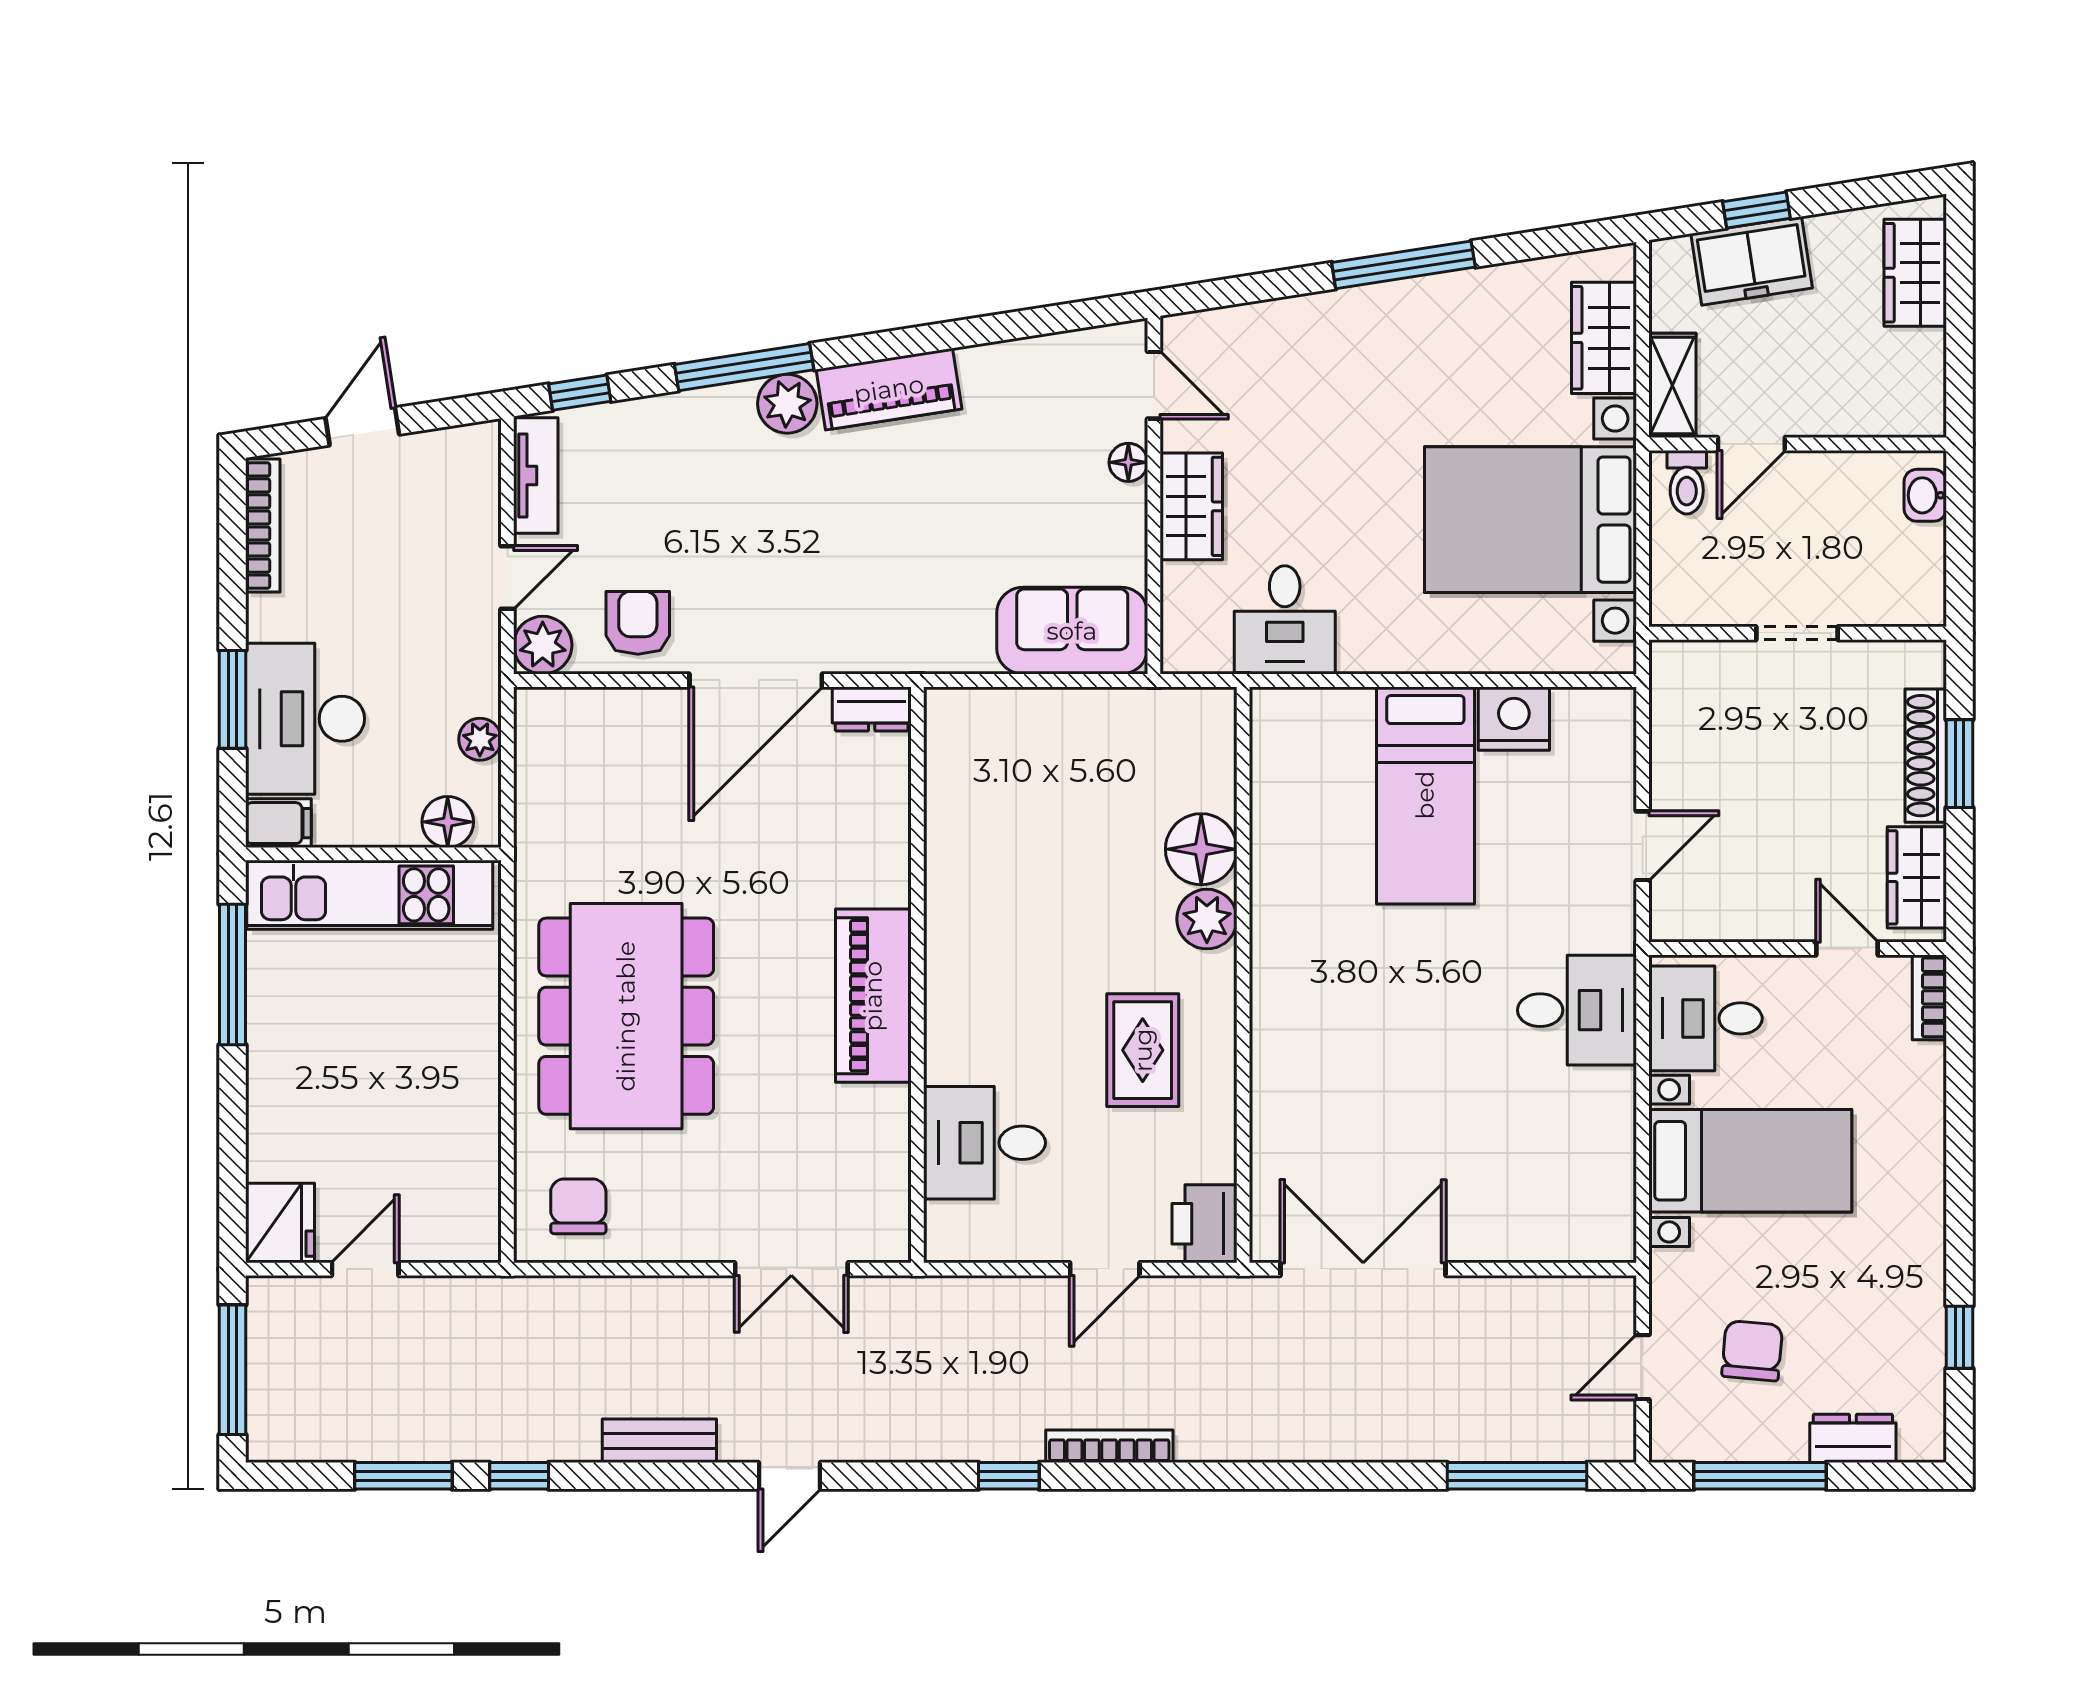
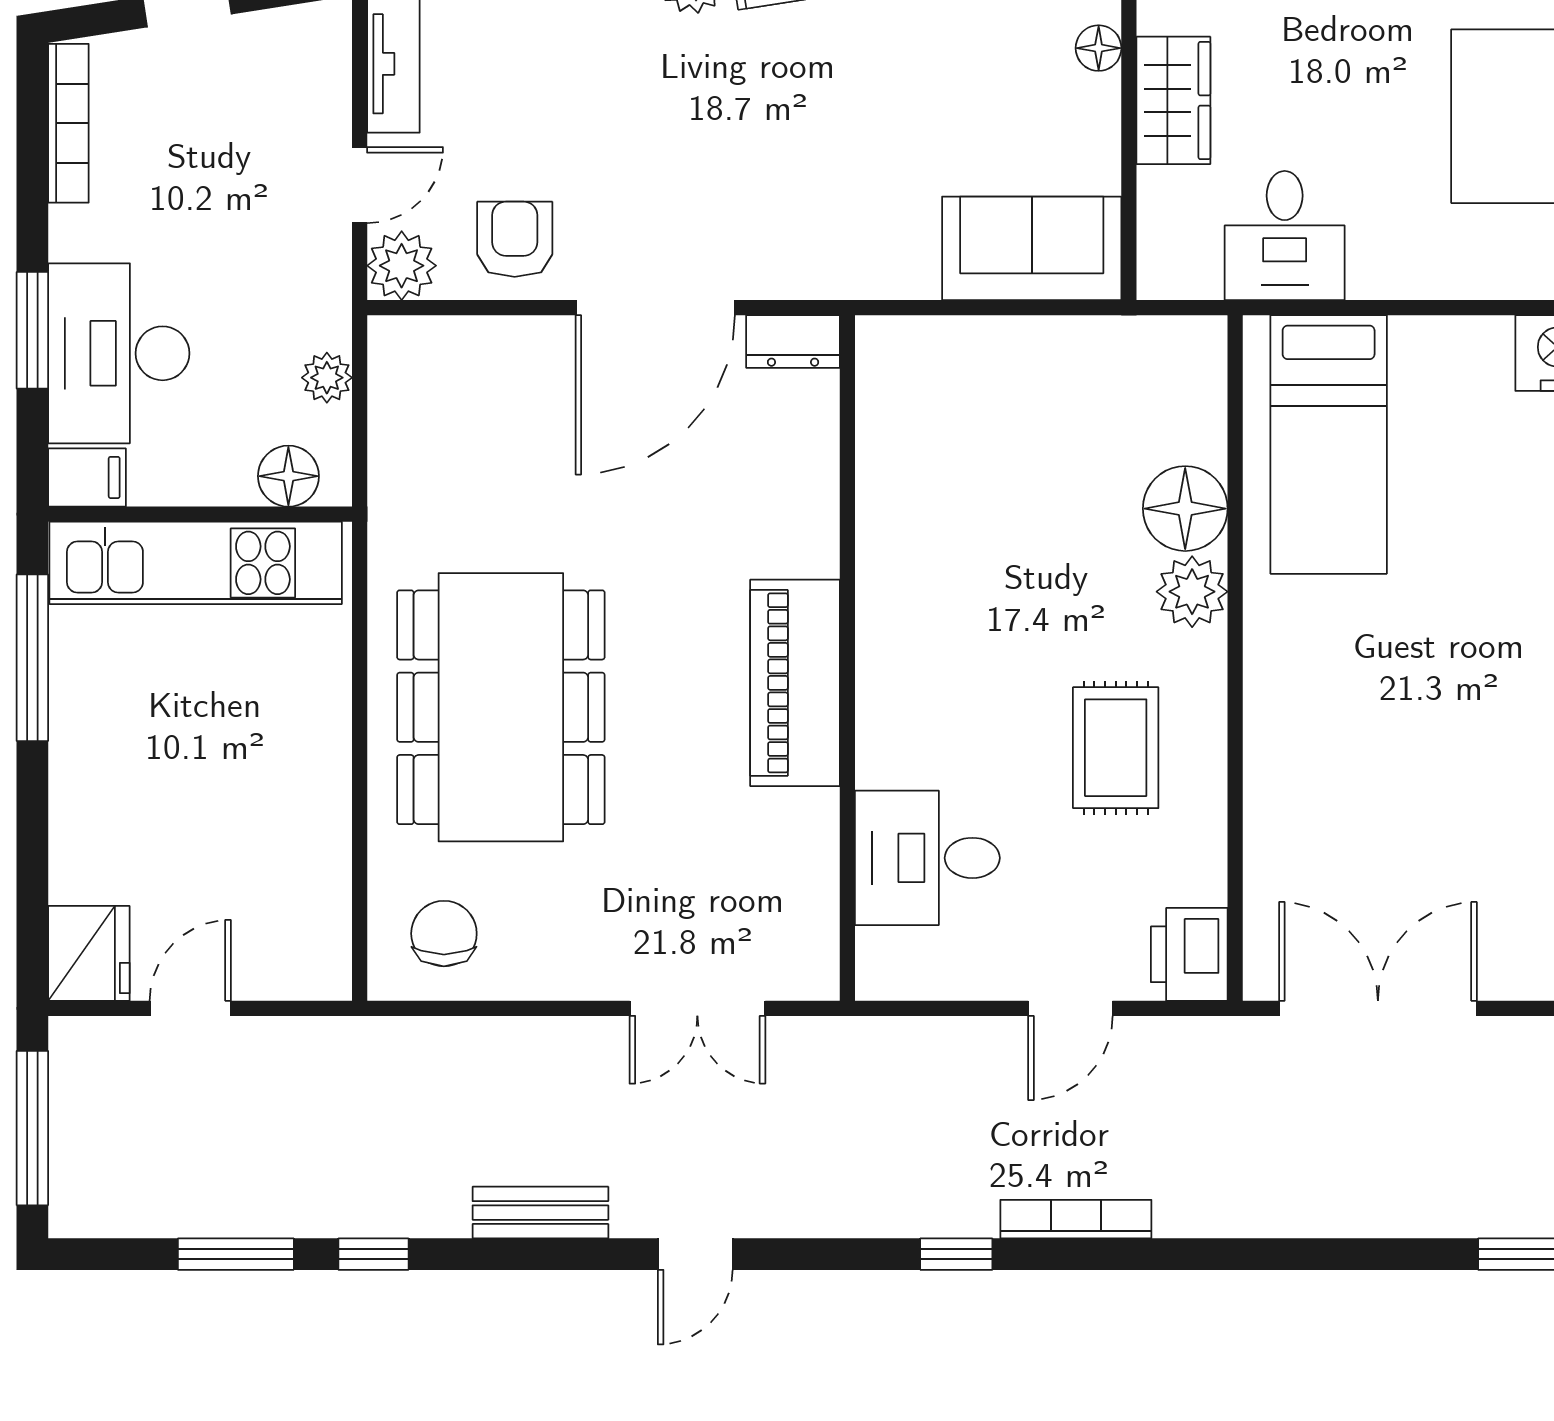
bed: (1425, 795) -> (1329, 445), moved

